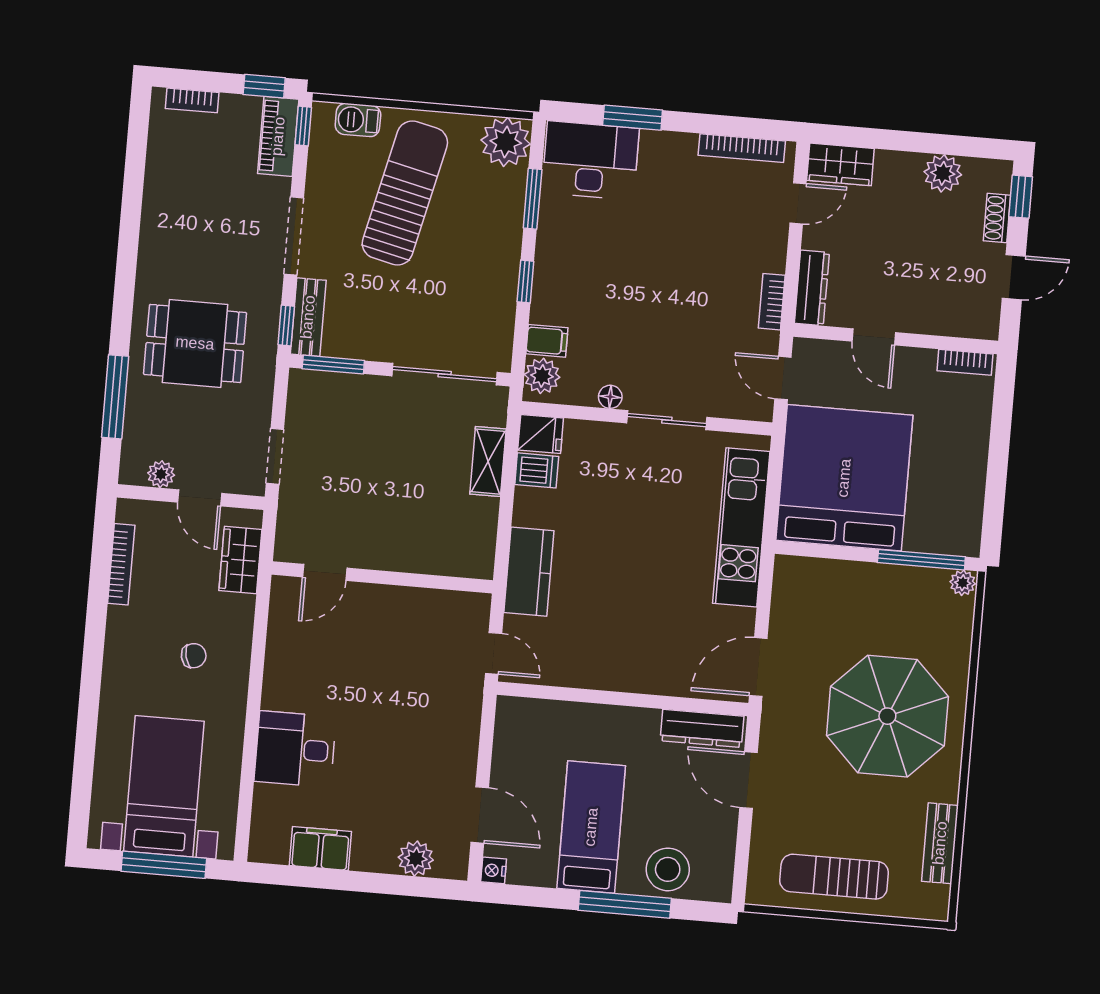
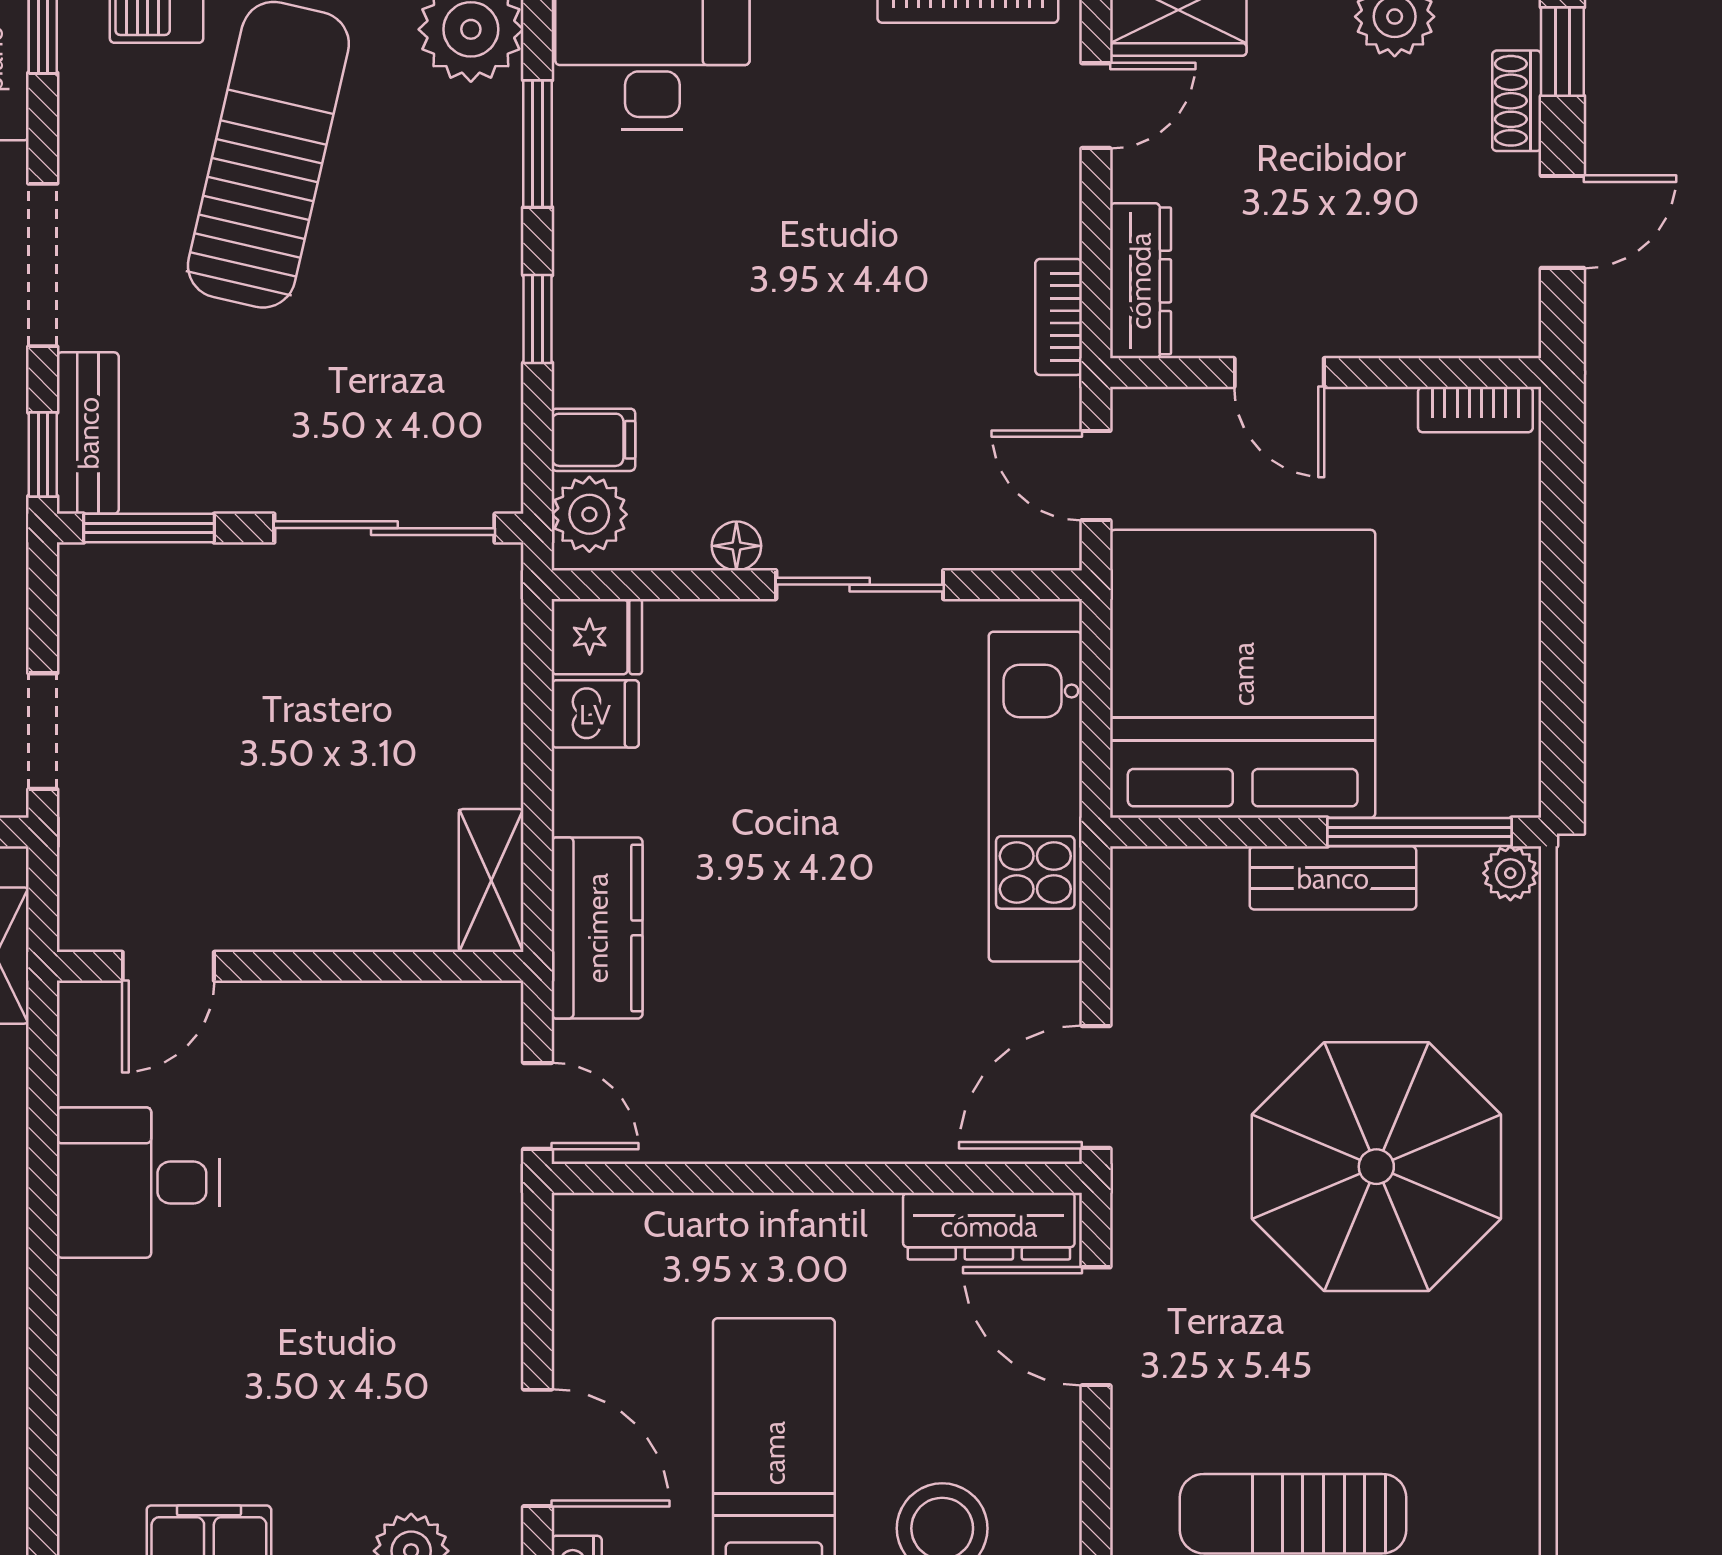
shelving: (488, 462) -> (491, 881), moved
desk: (295, 749) -> (138, 1183), moved
bench: (940, 843) -> (1333, 878), moved, turned 90

